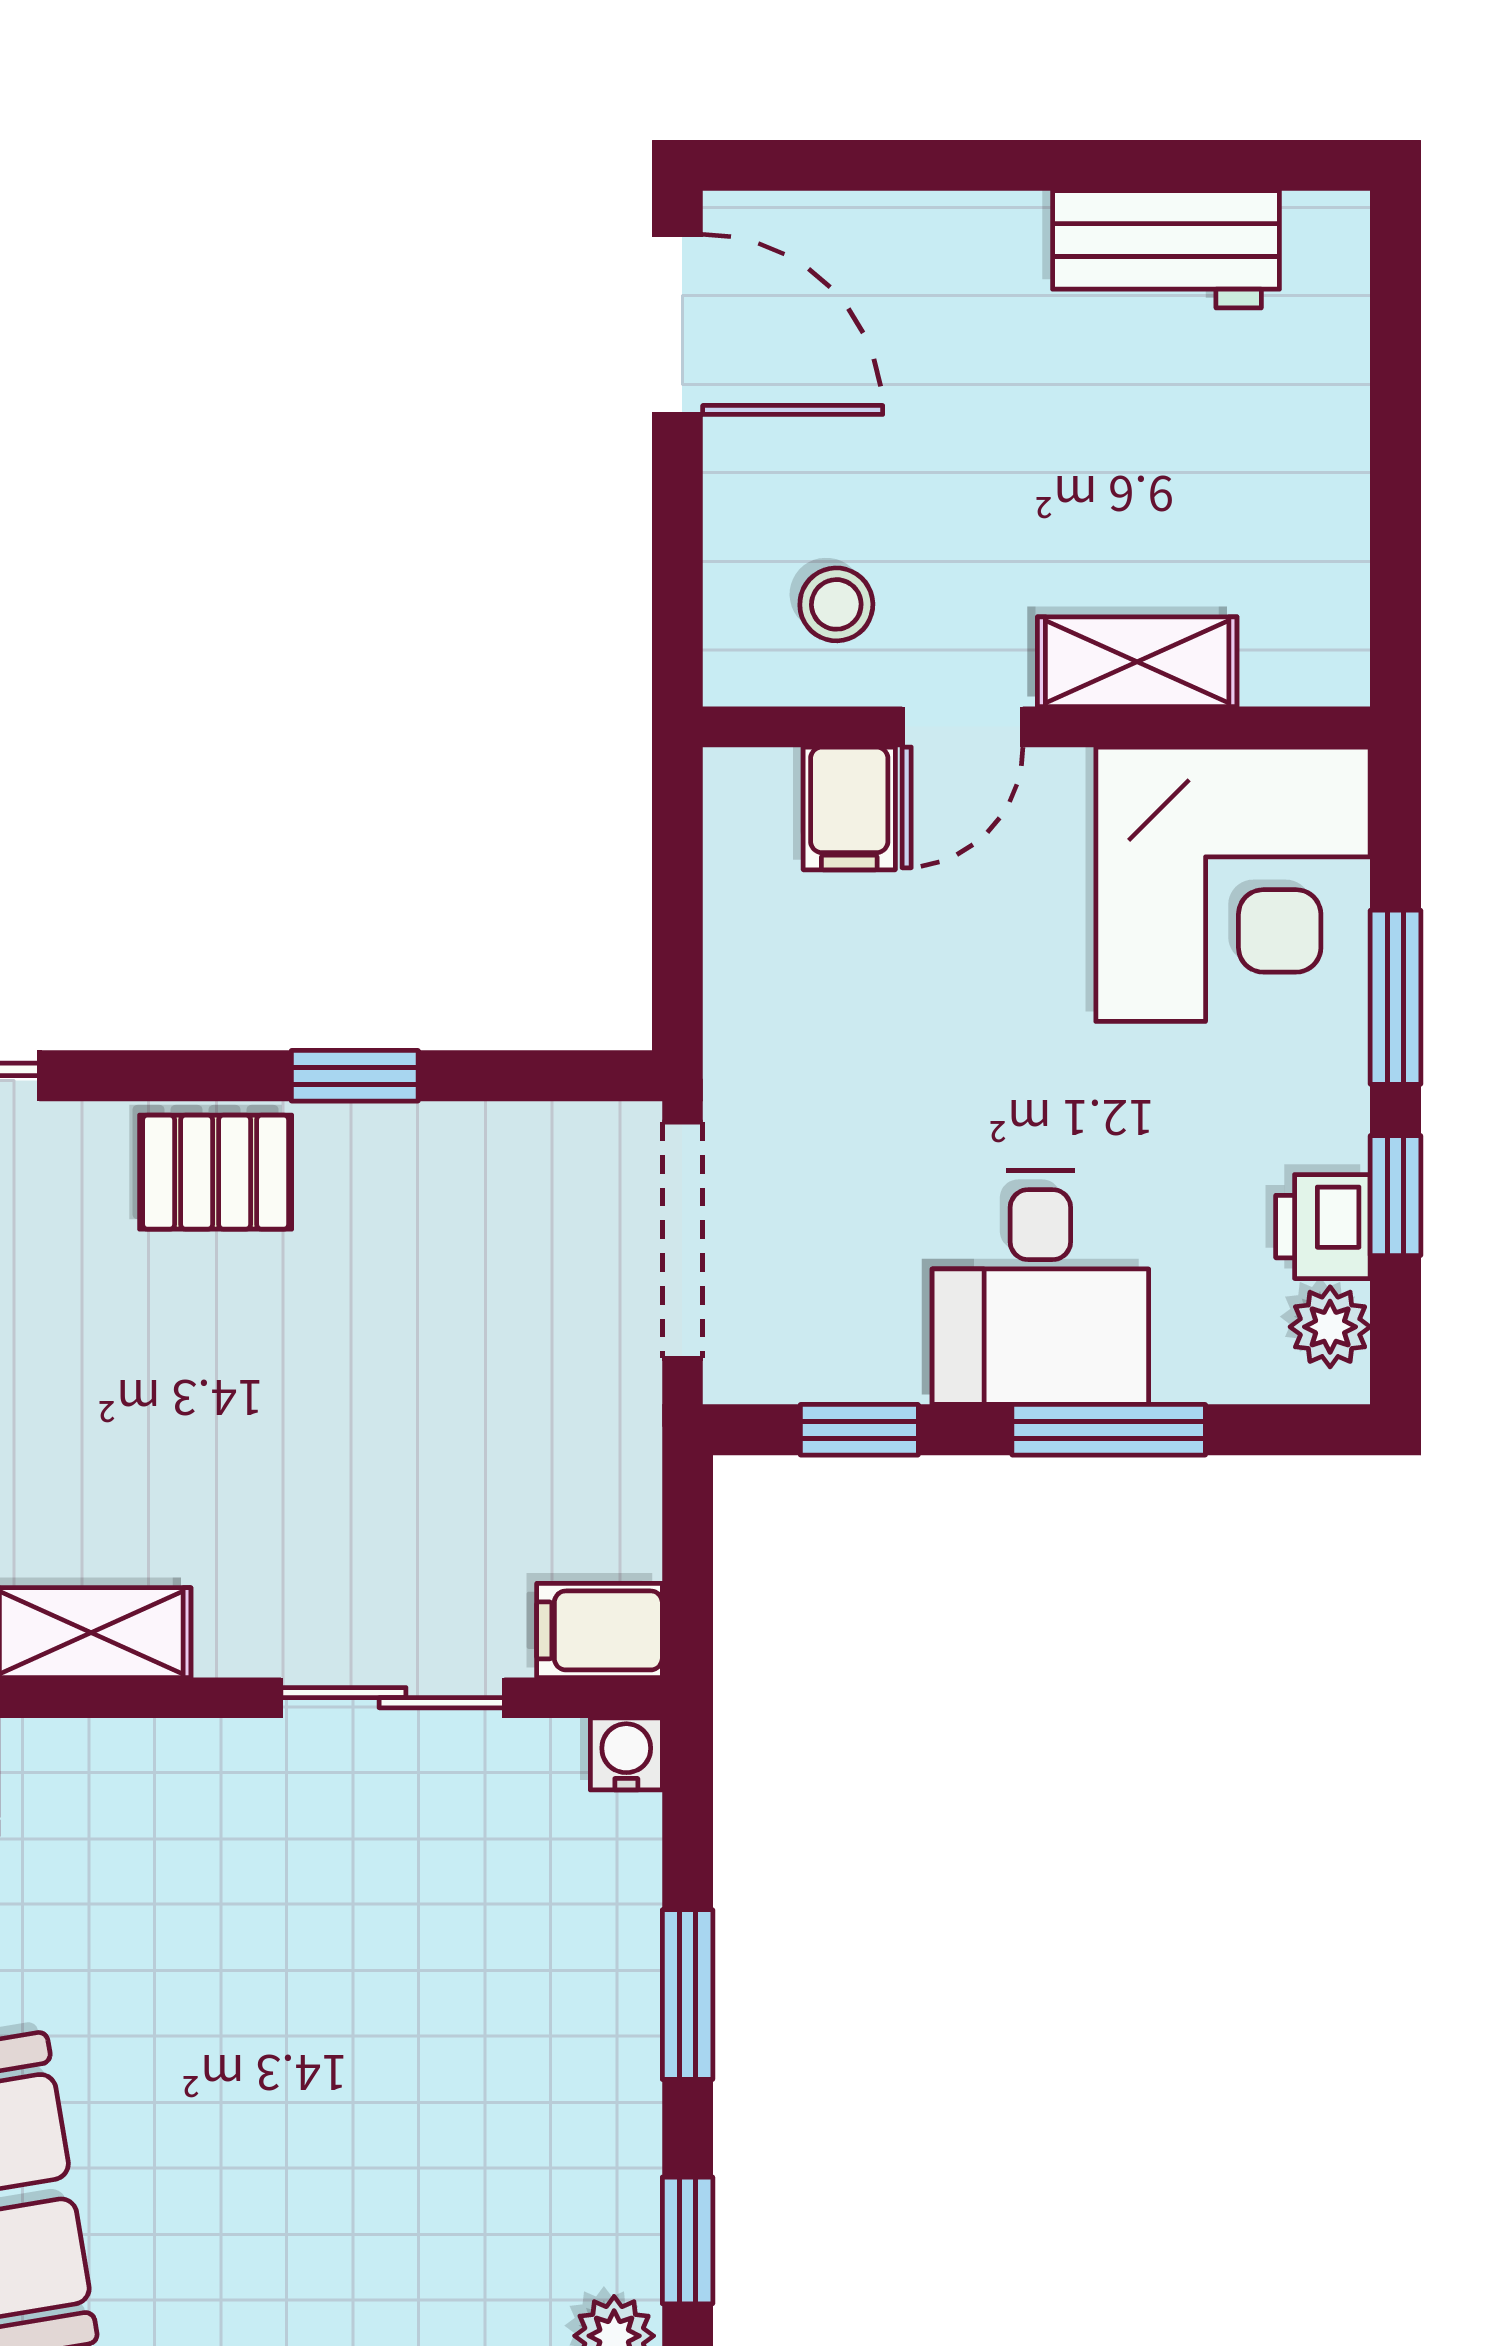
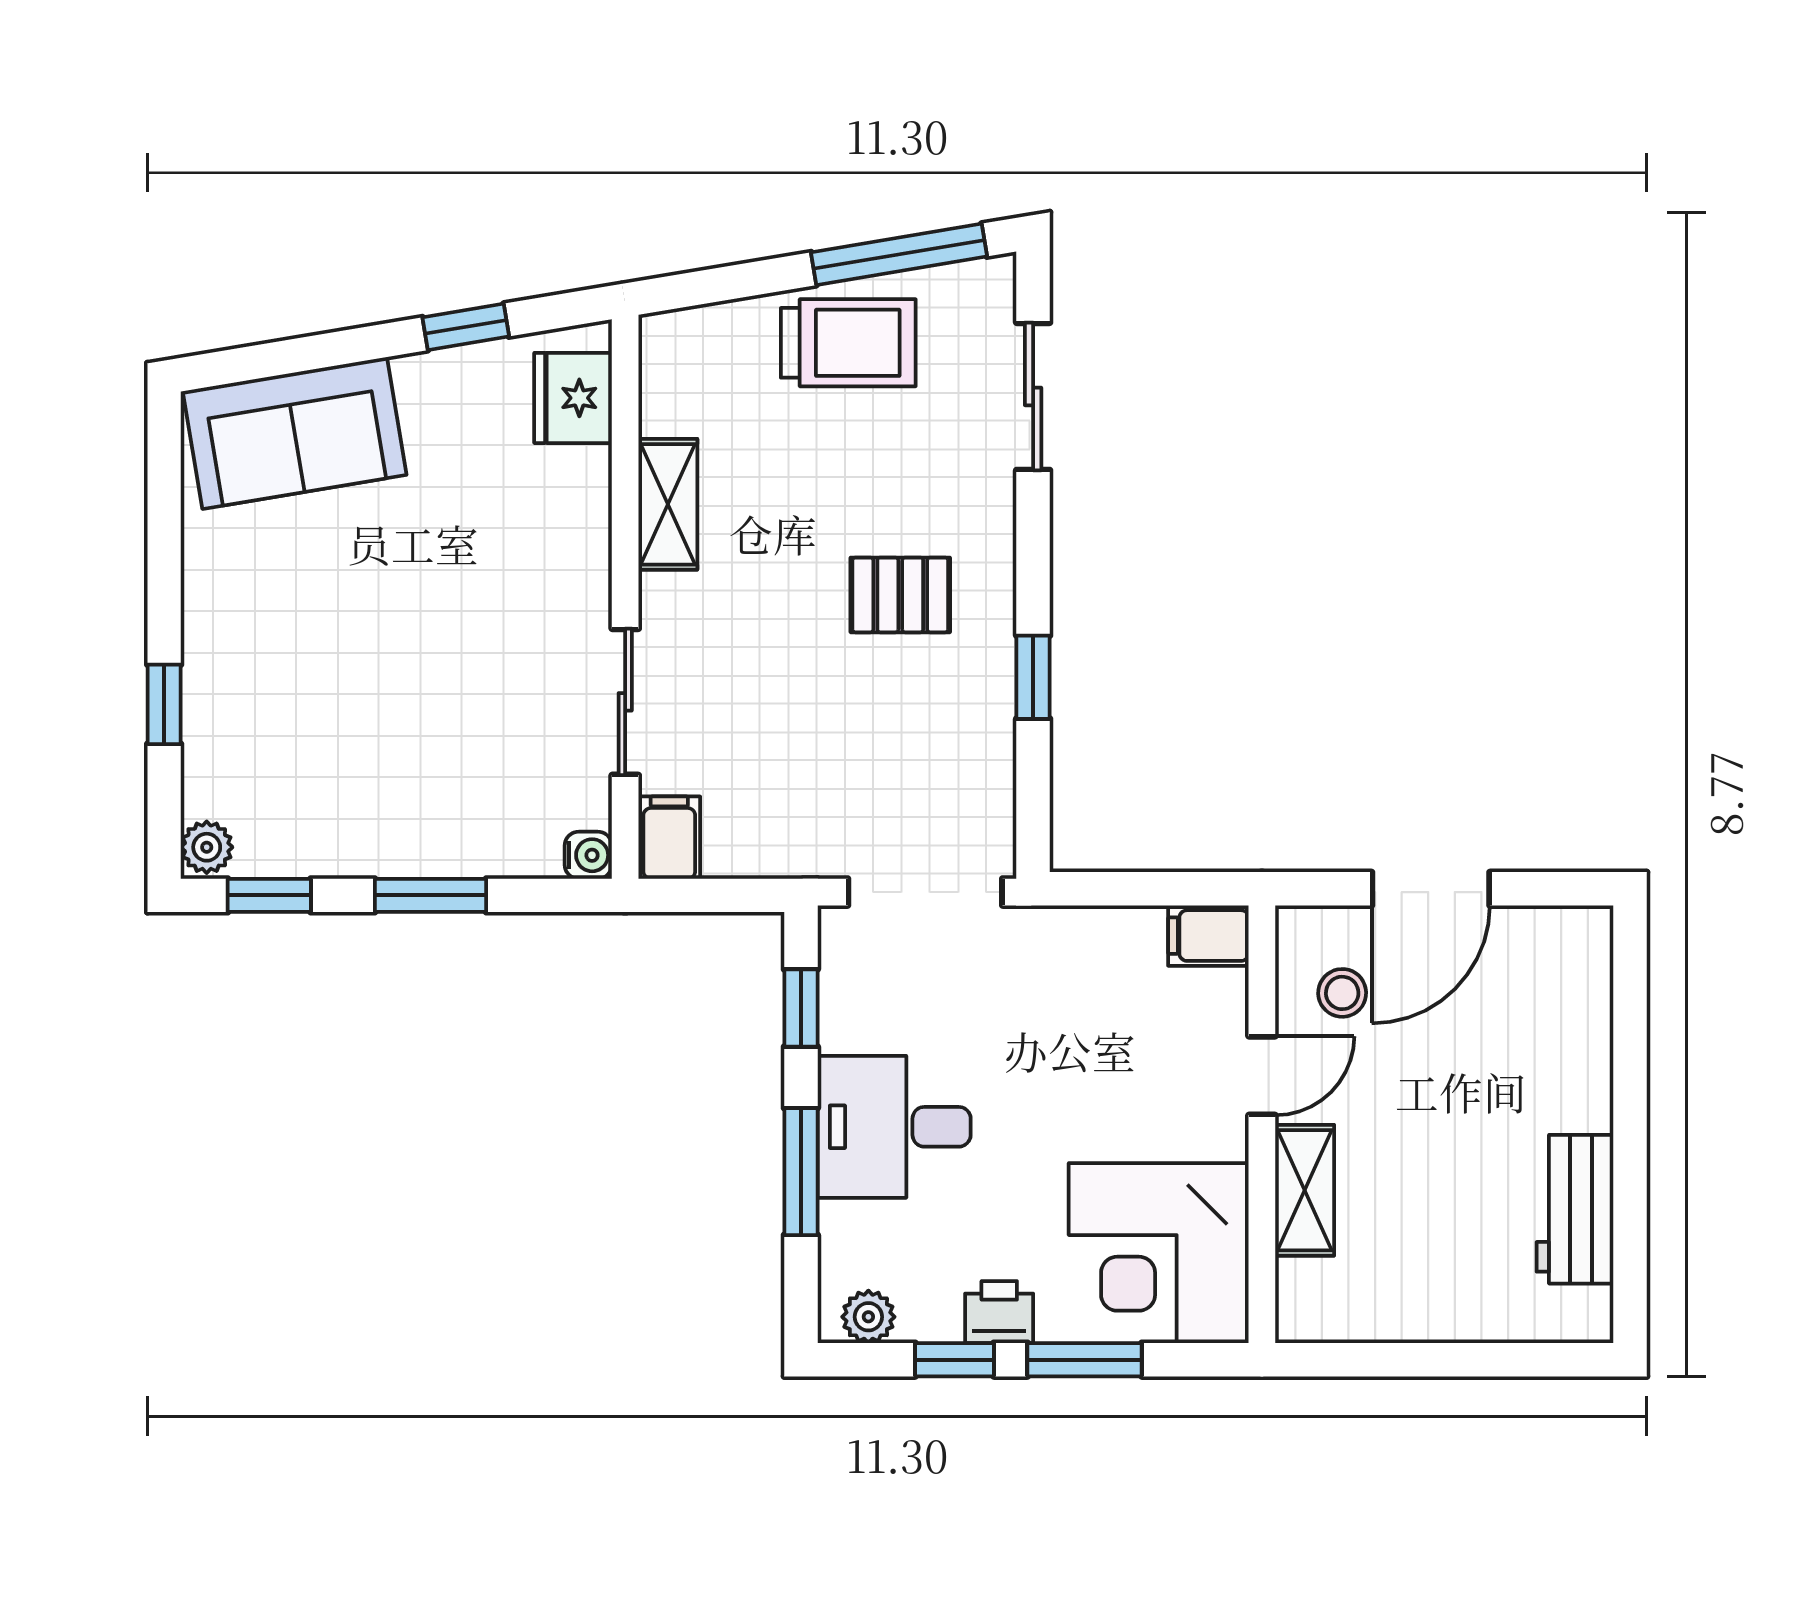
door: (677, 324) -> (1431, 889), moved
door: (962, 727) -> (1262, 1076), swing flipped
filing cabinet: (849, 808) -> (1208, 936), moved
pallet: (216, 1172) -> (900, 595), moved, turned 90
printer: (1323, 1227) -> (999, 1312), moved

